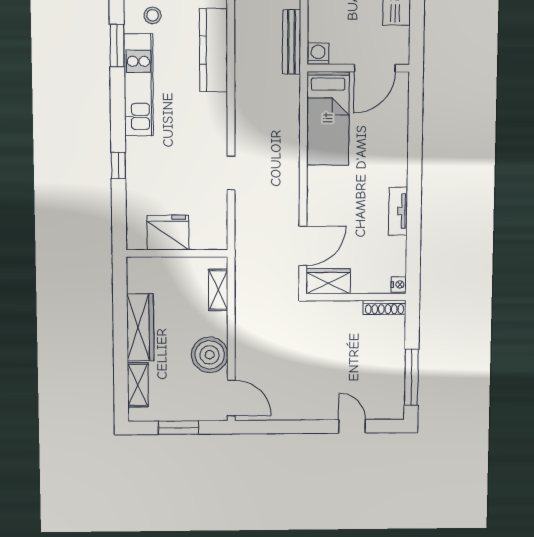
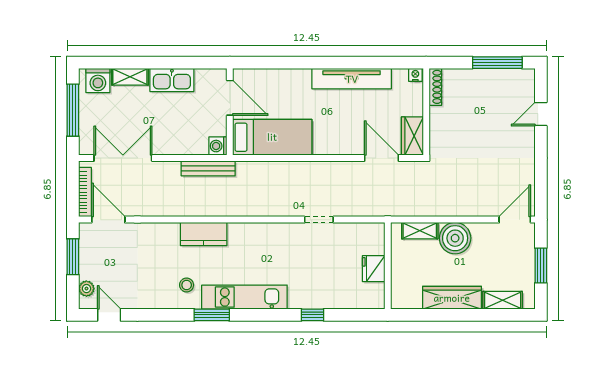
kitchen counter: (214, 50) -> (204, 234), width x0.67
tv unit: (398, 211) -> (352, 79), width x1.92, depth x1.29
fridge: (168, 233) -> (374, 269), width x0.73, depth x0.75
boiler: (210, 355) -> (455, 238), moved

